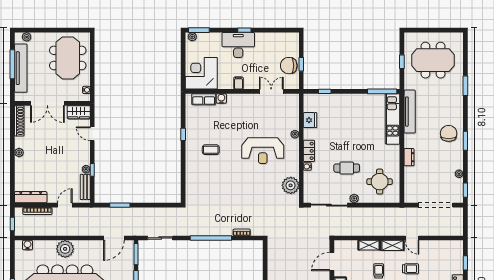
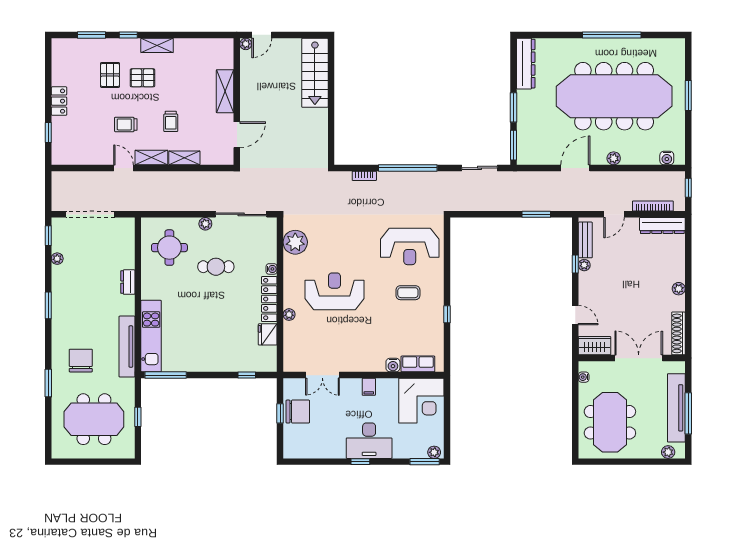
chair: (449, 133) -> (81, 361), moved, turned 180
locker: (309, 151) -> (269, 299), width x1.53
reception desk: (209, 182) -> (410, 246), added
door: (114, 238) -> (575, 168), moved
plant: (65, 249) -> (614, 158), width x0.53, depth x0.53

